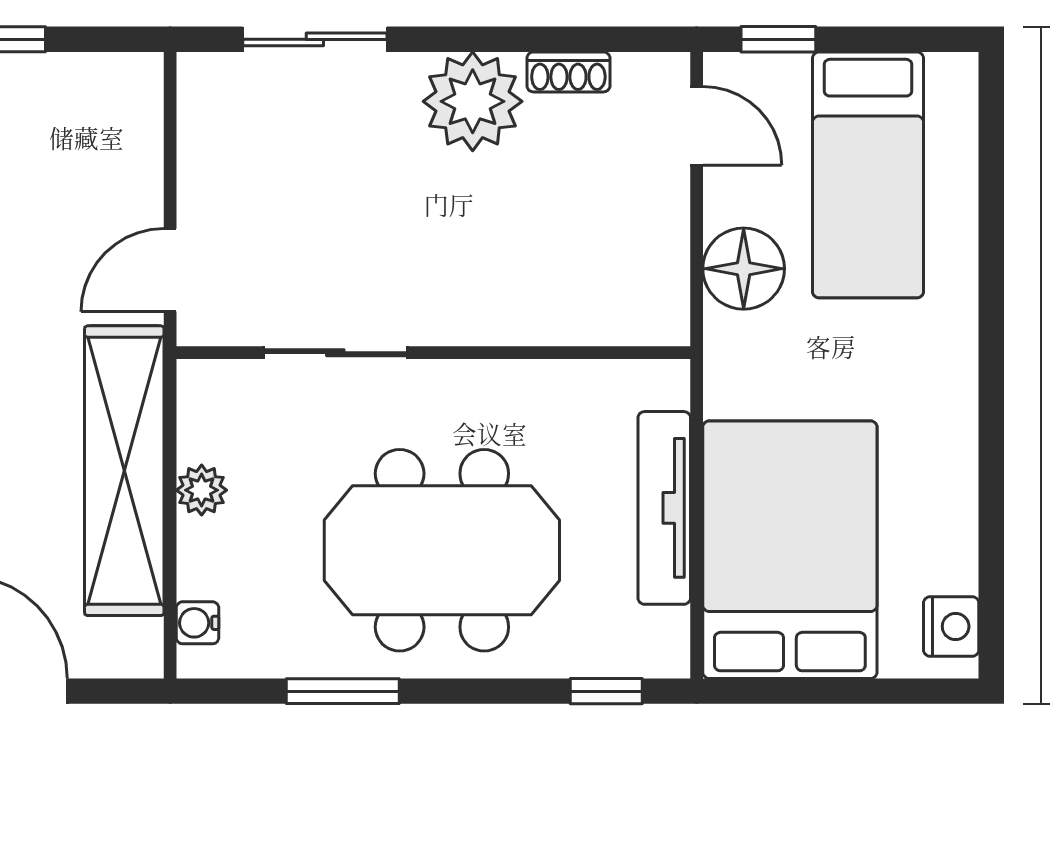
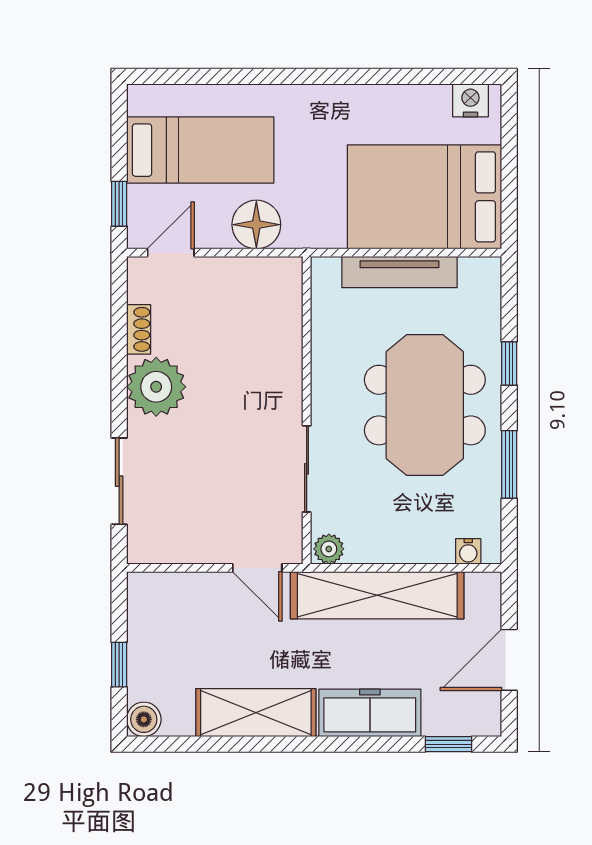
plant: (202, 490) -> (329, 549), moved
window: (606, 691) -> (509, 363), moved

